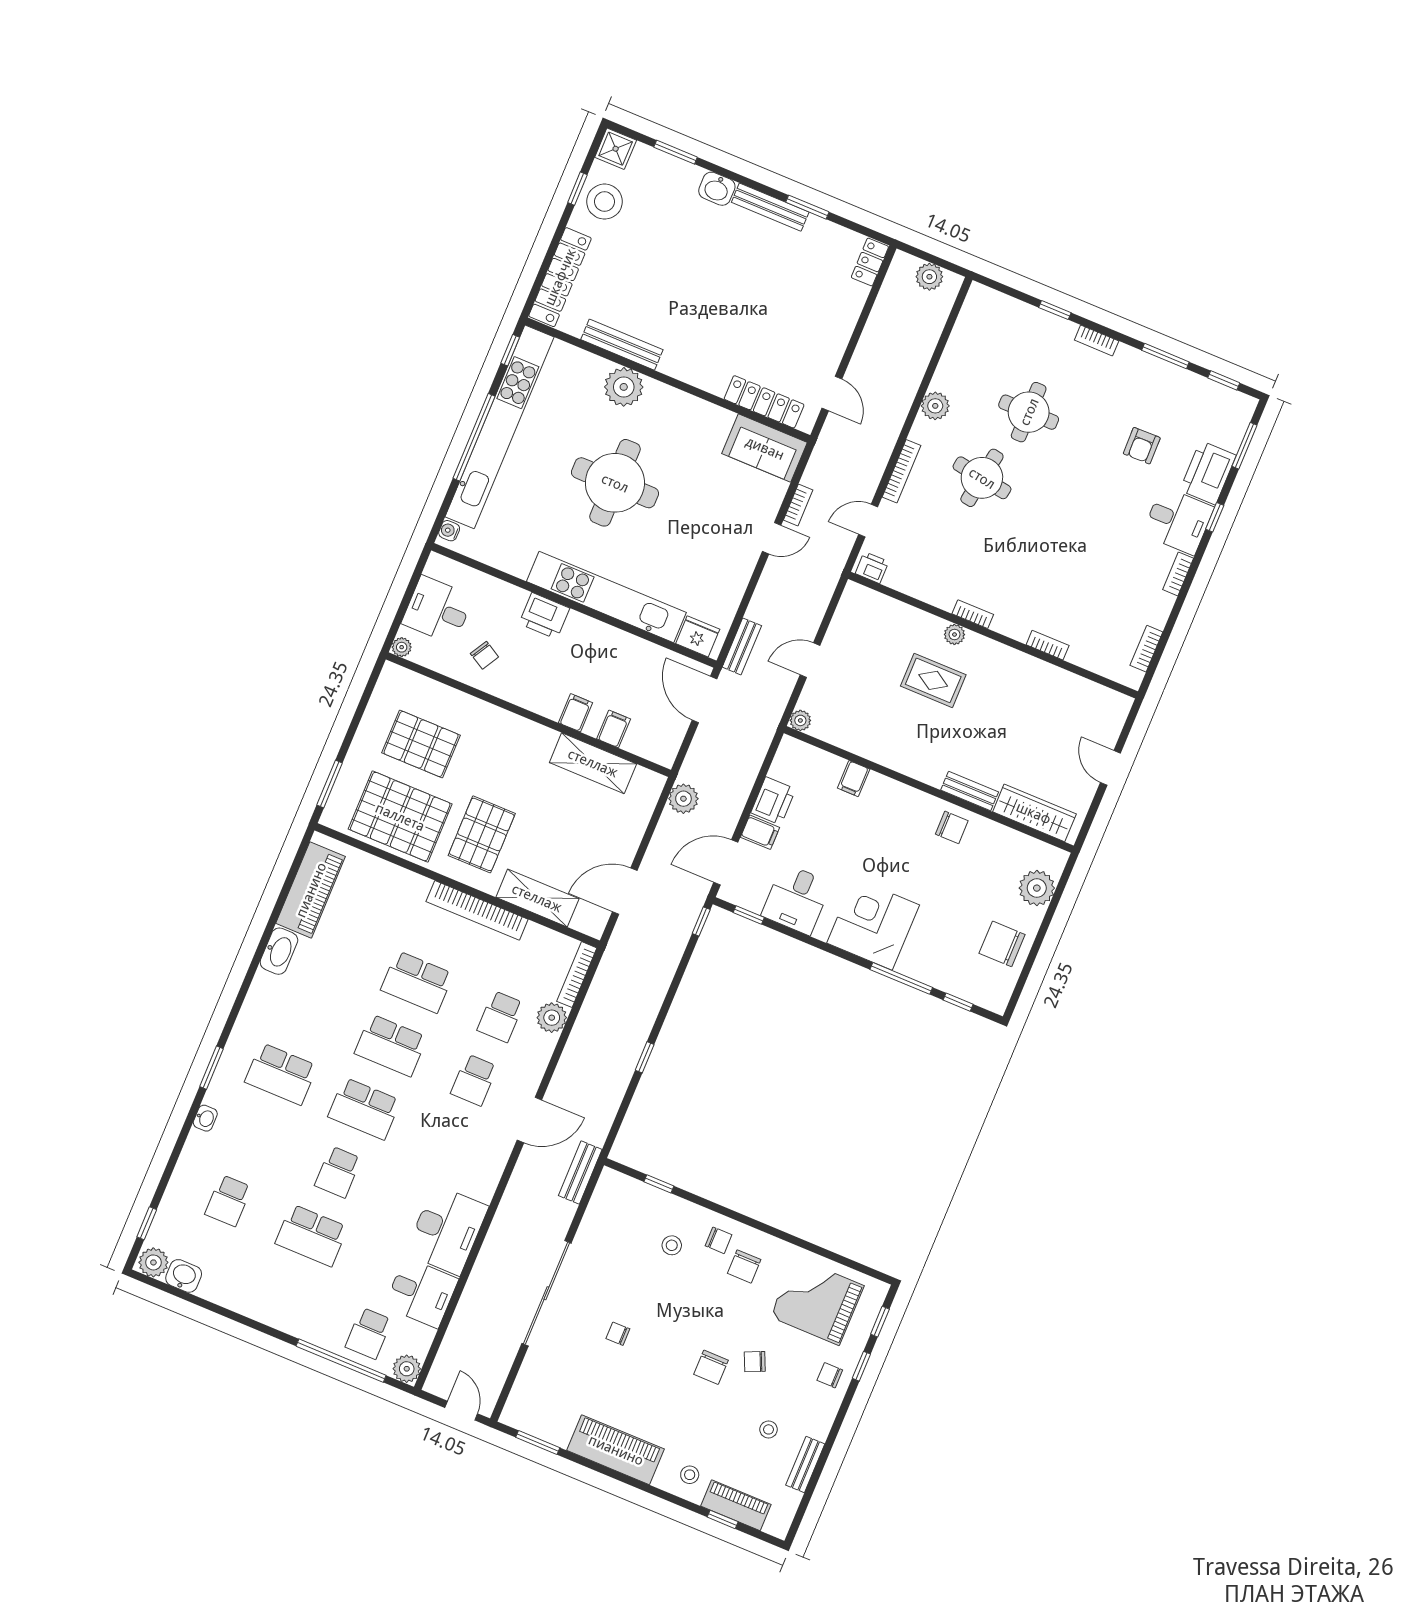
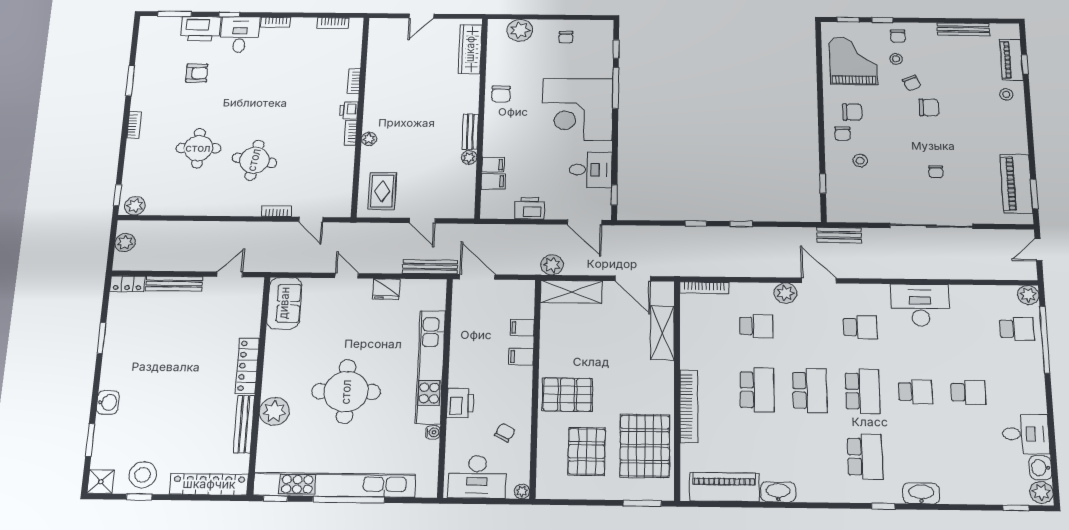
bench: (770, 207) -> (174, 284), moved, turned 90
window: (1055, 310) -> (117, 195), moved
window: (1224, 380) -> (135, 41), removed
locker: (764, 402) -> (247, 366), moved
plant: (935, 406) -> (135, 206), moved
bookcase: (901, 471) -> (277, 211), width x0.64
bookcase: (798, 505) -> (317, 267), removed
water cooler: (449, 531) -> (433, 432), moved, turned -90
printer: (872, 568) -> (349, 110), moved
desk: (438, 610) -> (477, 477), width x1.37
fridge: (698, 636) -> (386, 289), moved, turned -90
bench: (742, 646) -> (430, 267), width x1.36
rug: (933, 680) -> (382, 191), moved
door: (704, 700) -> (477, 277), swing flipped
plant: (800, 720) -> (469, 157), moved
shelving: (593, 763) -> (571, 292), moved, turned 90
bench: (970, 791) -> (470, 132), moved
chair: (952, 827) -> (501, 94), turned 180
filing cabinet: (760, 832) -> (493, 181), moved, turned 90
pallet: (482, 834) -> (567, 395), moved
bookcase: (477, 910) -> (689, 406), moved
window: (701, 922) -> (696, 223), moved
corner desk: (873, 924) -> (578, 109), width x1.36, depth x1.36
chair: (1002, 944) -> (566, 37), width x0.54, depth x0.54
plant: (552, 1018) -> (785, 293), moved
window: (212, 1068) -> (883, 506), width x0.67
school desk: (474, 1080) -> (860, 327), moved
washbasin: (205, 1118) -> (921, 493), width x1.91, depth x1.45
school desk: (228, 1201) -> (972, 458), removed
school desk: (312, 1235) -> (968, 392), width x0.54
chair: (718, 1240) -> (843, 134), turned 180
desk: (421, 1293) -> (1026, 434), moved, turned 90
grand piano: (817, 1301) -> (853, 61), turned 180
stool: (769, 1429) -> (896, 59), moved
piano: (616, 1450) -> (1016, 184), moved
bench: (805, 1465) -> (963, 29), width x1.36

